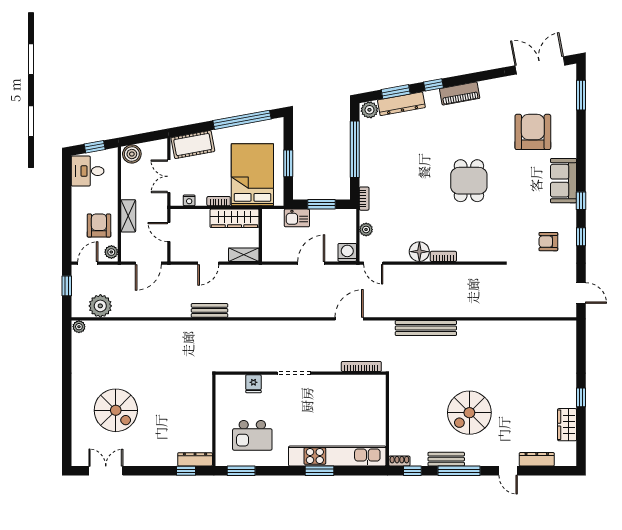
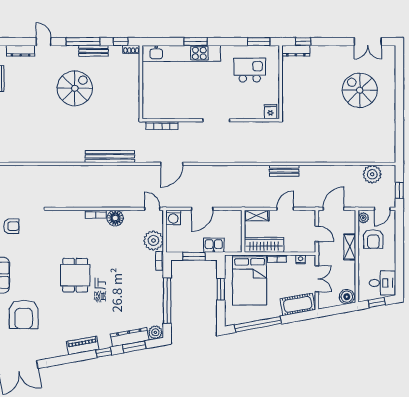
plant: (366, 229) -> (153, 240), width x1.88, depth x1.88
plant: (79, 327) -> (389, 158), removed
fridge: (253, 384) -> (270, 112), moved

